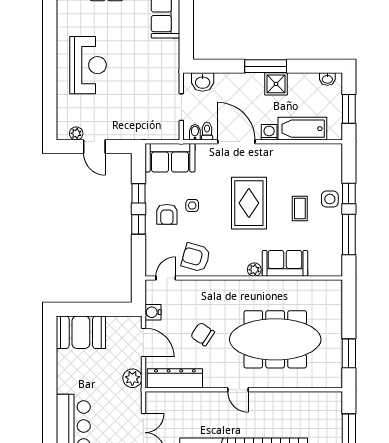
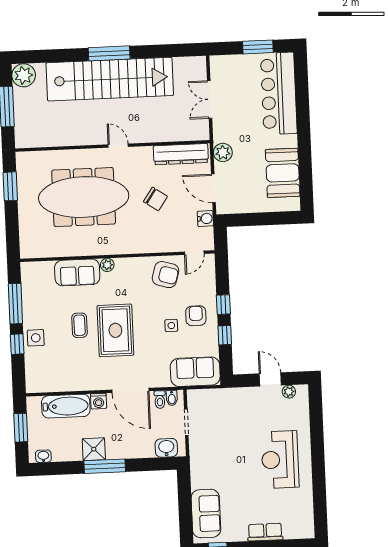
coffee table: (300, 208) -> (79, 325), moved
booth: (81, 332) -> (283, 173), moved, turned 90

